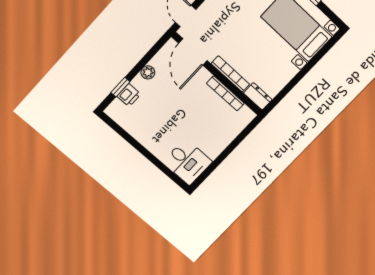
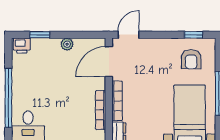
printer: (129, 95) -> (22, 46), moved
window: (149, 156) -> (8, 98), added

